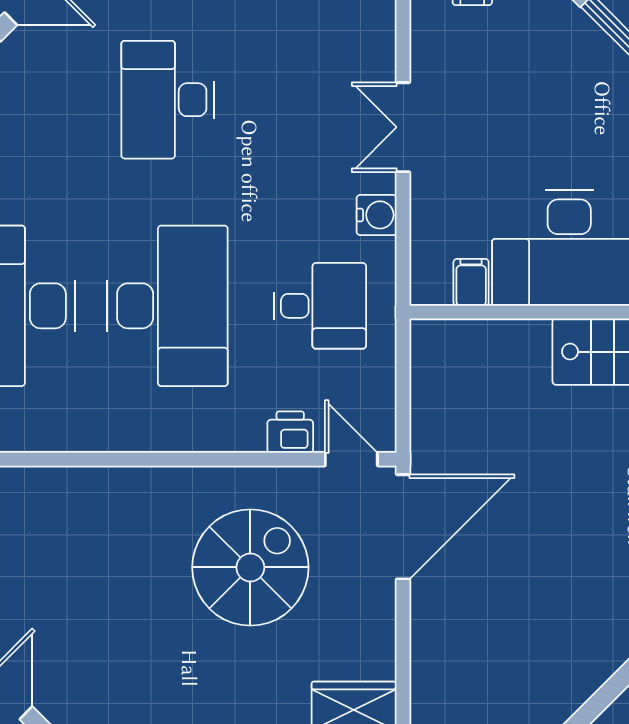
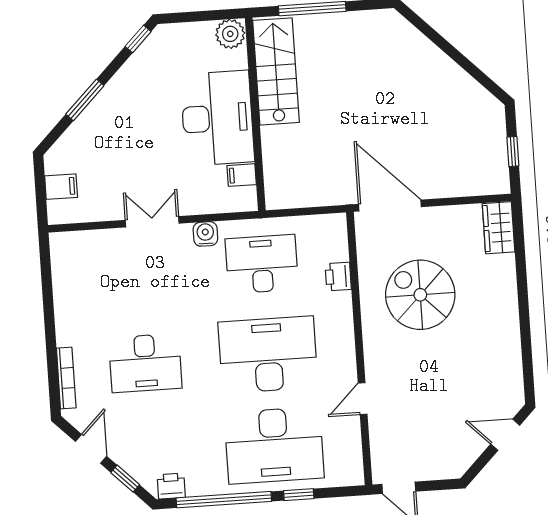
double door: (403, 127) -> (152, 222), swing flipped
desk: (320, 306) -> (262, 264), width x1.37
door: (351, 459) -> (363, 399), moved

